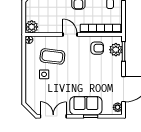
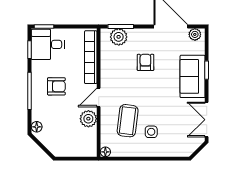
plant: (32, 27) -> (88, 119), moved
armchair: (97, 48) -> (145, 62), moved

